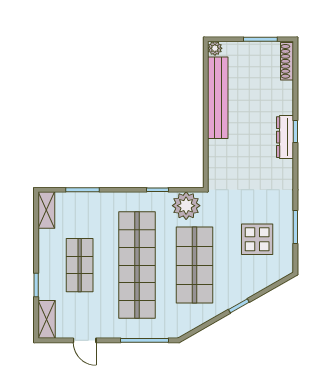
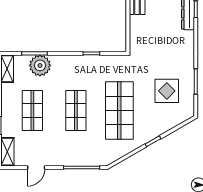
plant: (186, 206) -> (40, 65), moved
shop shelf: (137, 265) -> (76, 110), width x0.50, depth x0.74
door: (85, 340) -> (36, 168), hinge flipped

